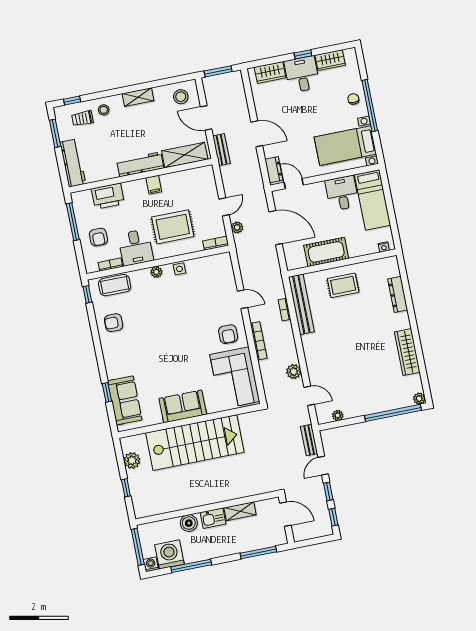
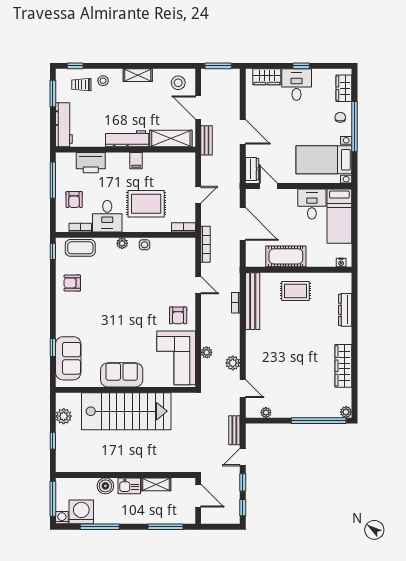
wardrobe: (330, 60) -> (344, 88), moved, turned 90
plant: (237, 227) -> (207, 352), moved
bookcase: (259, 341) -> (206, 244), moved

